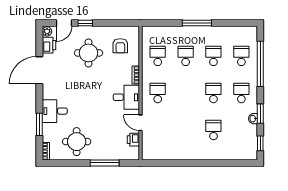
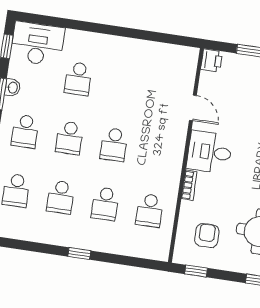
window: (124, 23) -> (196, 271), added
window: (197, 23) -> (79, 254), width x0.46
school desk: (158, 93) -> (114, 145), moved
printer: (133, 140) -> (212, 60), moved
desk: (242, 148) -> (37, 44), added

